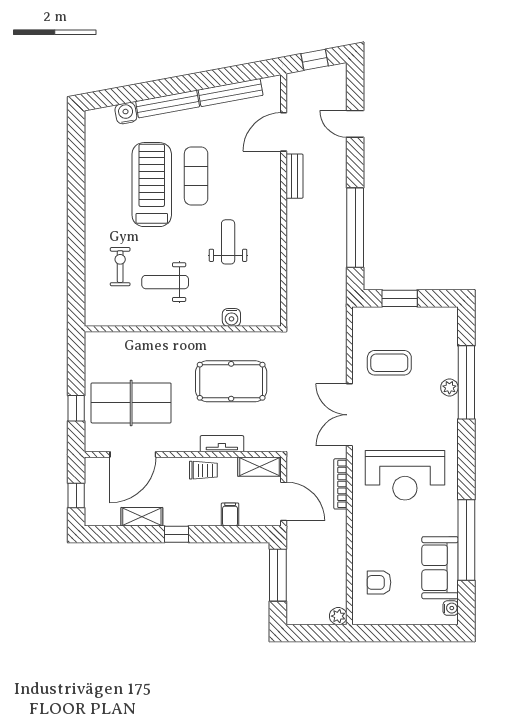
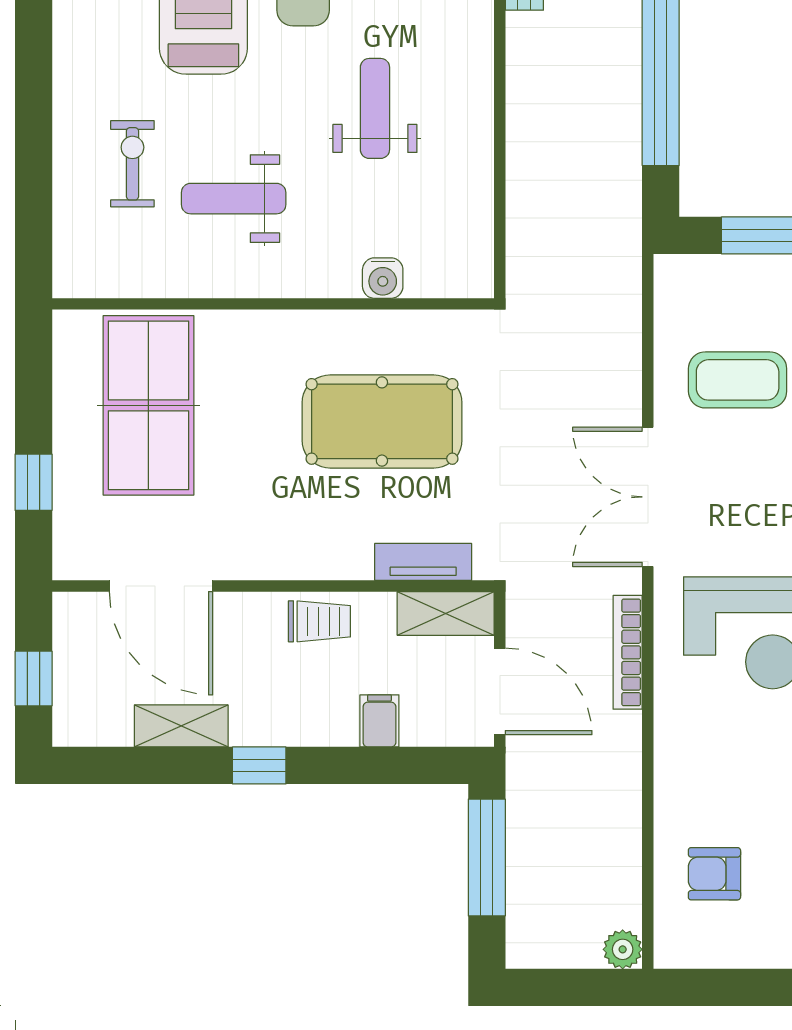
table tennis table: (131, 403) -> (148, 405), moved, turned 90
tv unit: (222, 444) -> (423, 562), moved
door: (133, 454) -> (161, 586), hinge flipped

